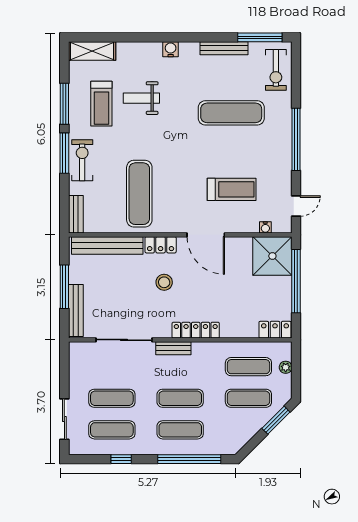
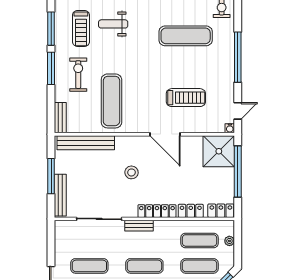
exercise bike: (82, 160) -> (78, 75), moved
water cooler: (265, 227) -> (230, 128), moved
locker: (161, 245) -> (191, 211), moved, turned 180

